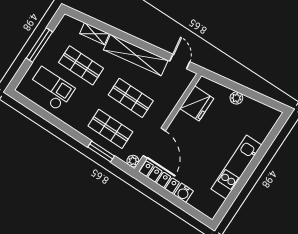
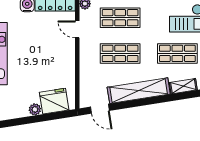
fridge: (197, 103) -> (54, 101), moved, turned 81
door: (154, 143) -> (77, 29), width x0.53

